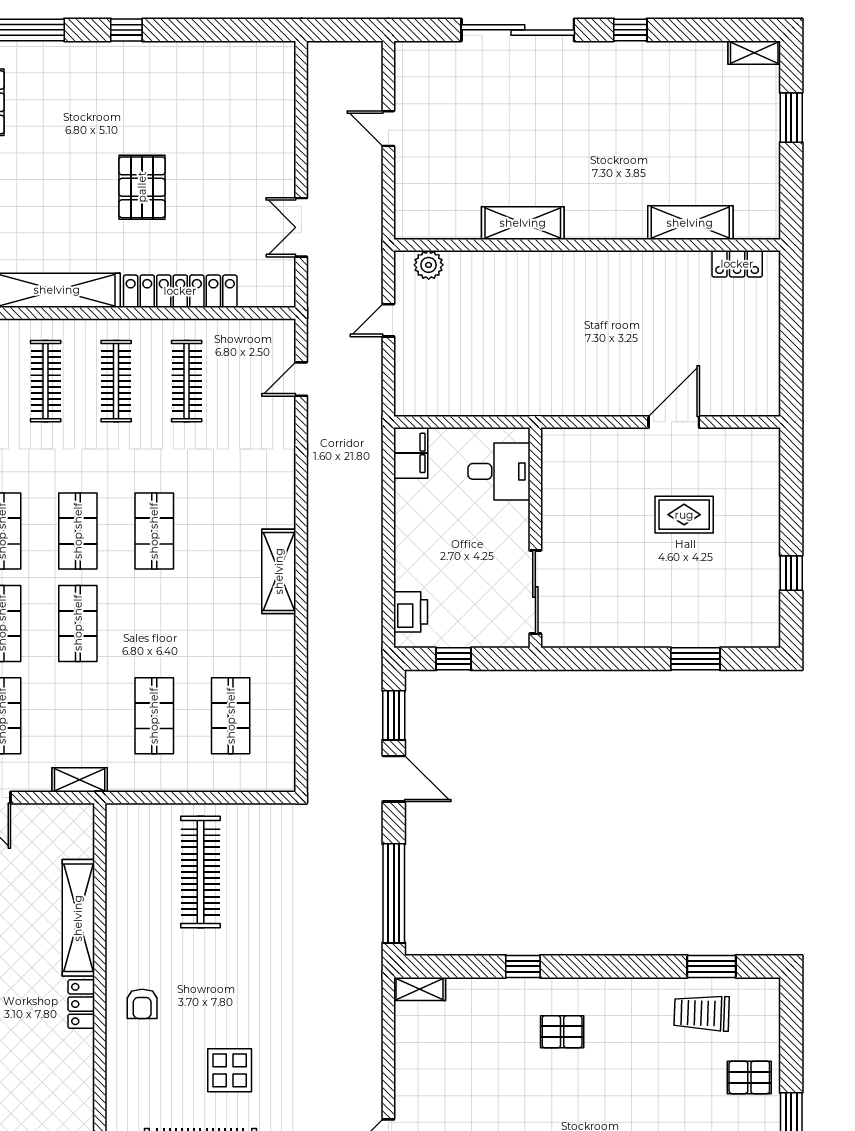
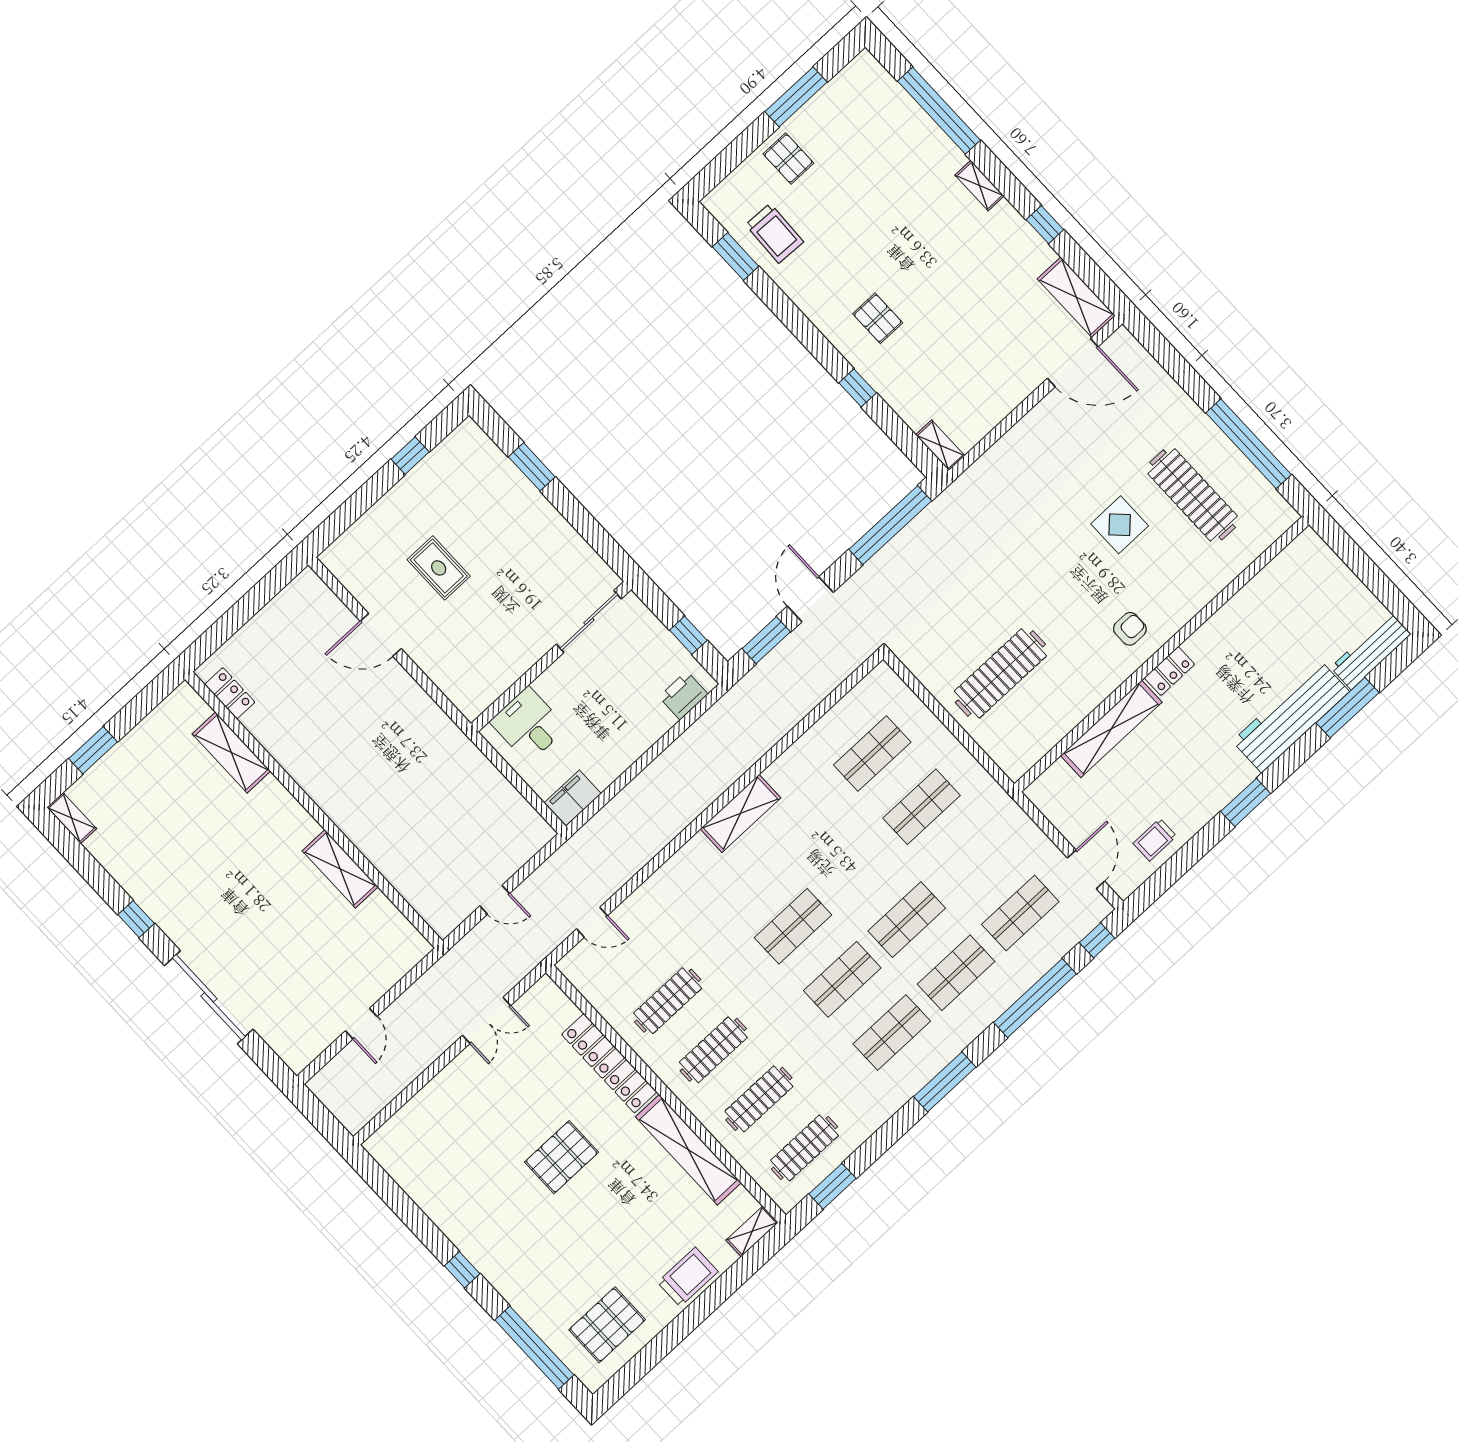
plant: (429, 265) -> (430, 907), removed
shelving: (80, 780) -> (1014, 817), removed

